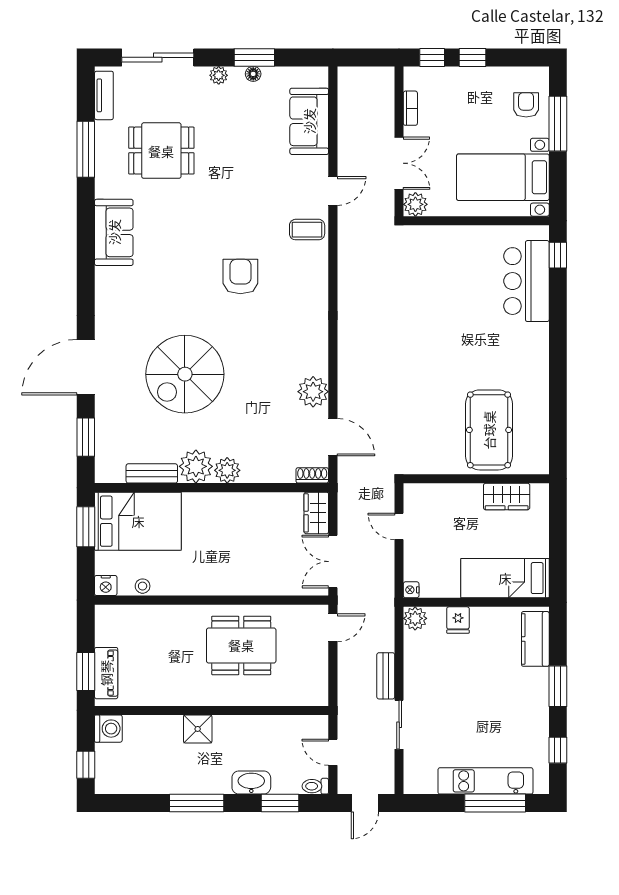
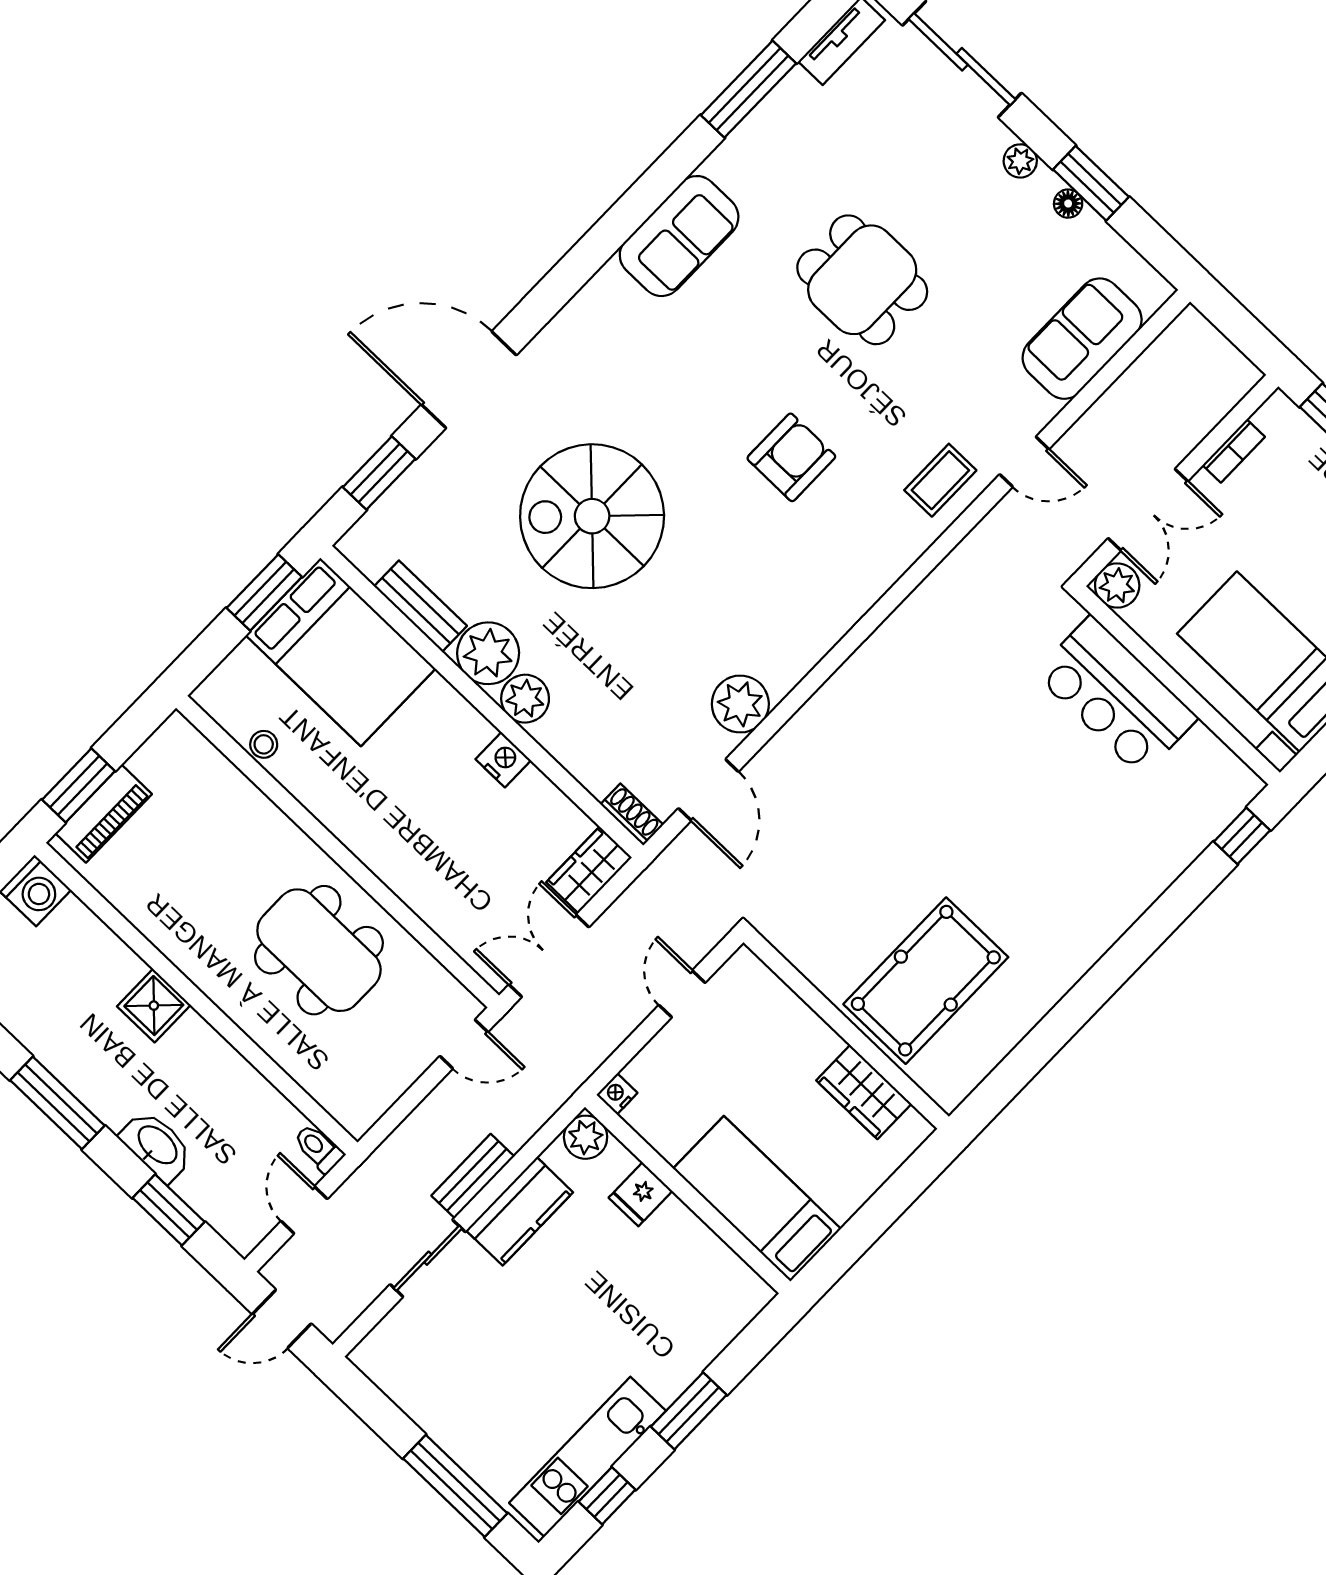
dining table: (161, 151) -> (862, 280), moved
coffee table: (307, 230) -> (940, 480), turned 90
bar counter: (526, 281) -> (1116, 696), moved, turned -90
nightstand: (106, 585) -> (503, 760), moved, turned 180
kitchen counter: (535, 639) -> (520, 1211), moved, turned 180
kitchen unit: (485, 781) -> (587, 1457), moved, turned -90
toilet: (315, 786) -> (318, 1148), moved

